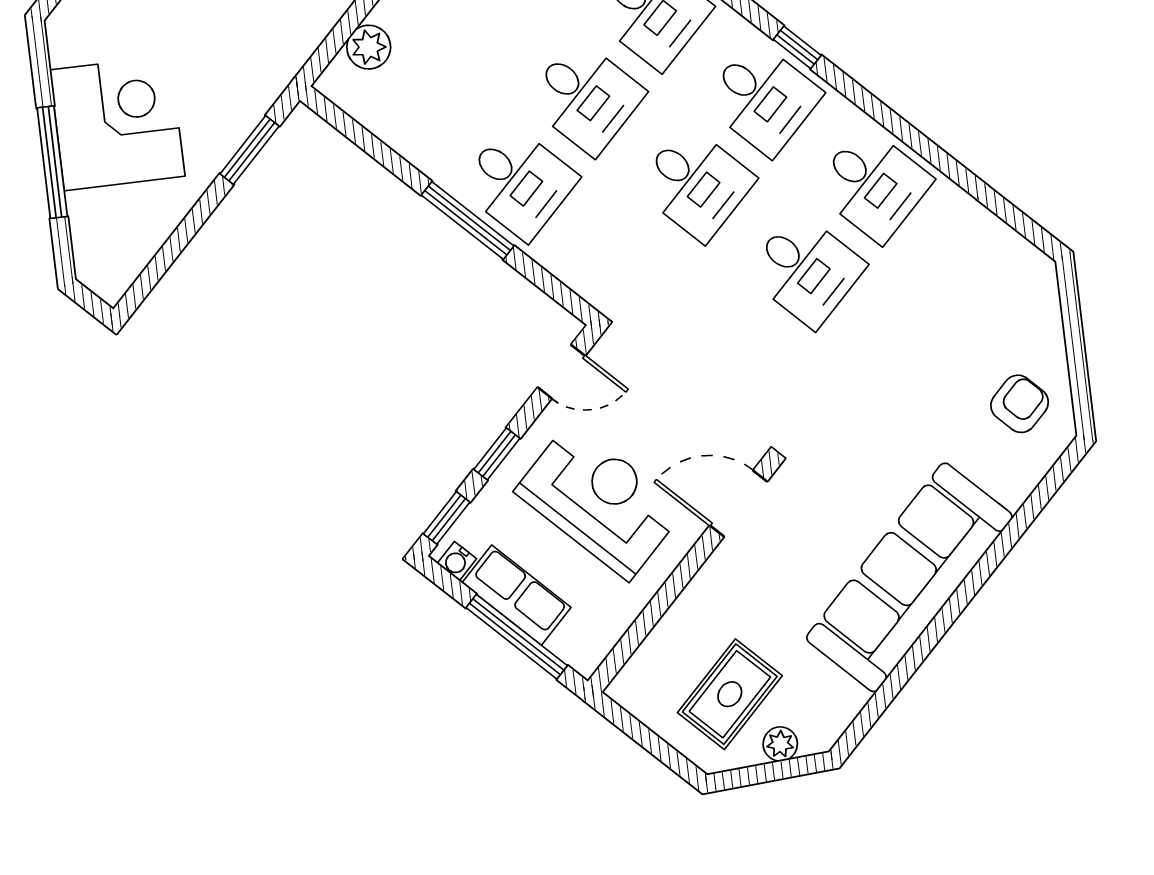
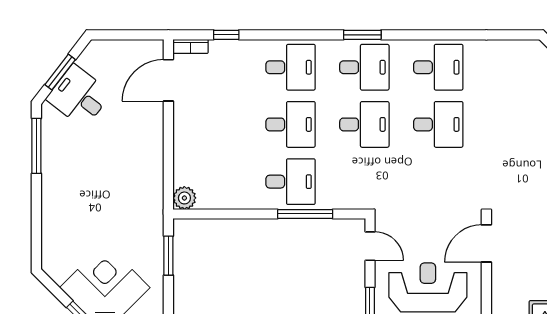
plant: (369, 47) -> (184, 198), moved
window: (797, 47) -> (362, 35), width x1.50
window: (468, 220) -> (305, 214), moved
door: (561, 372) -> (370, 246), hinge flipped

